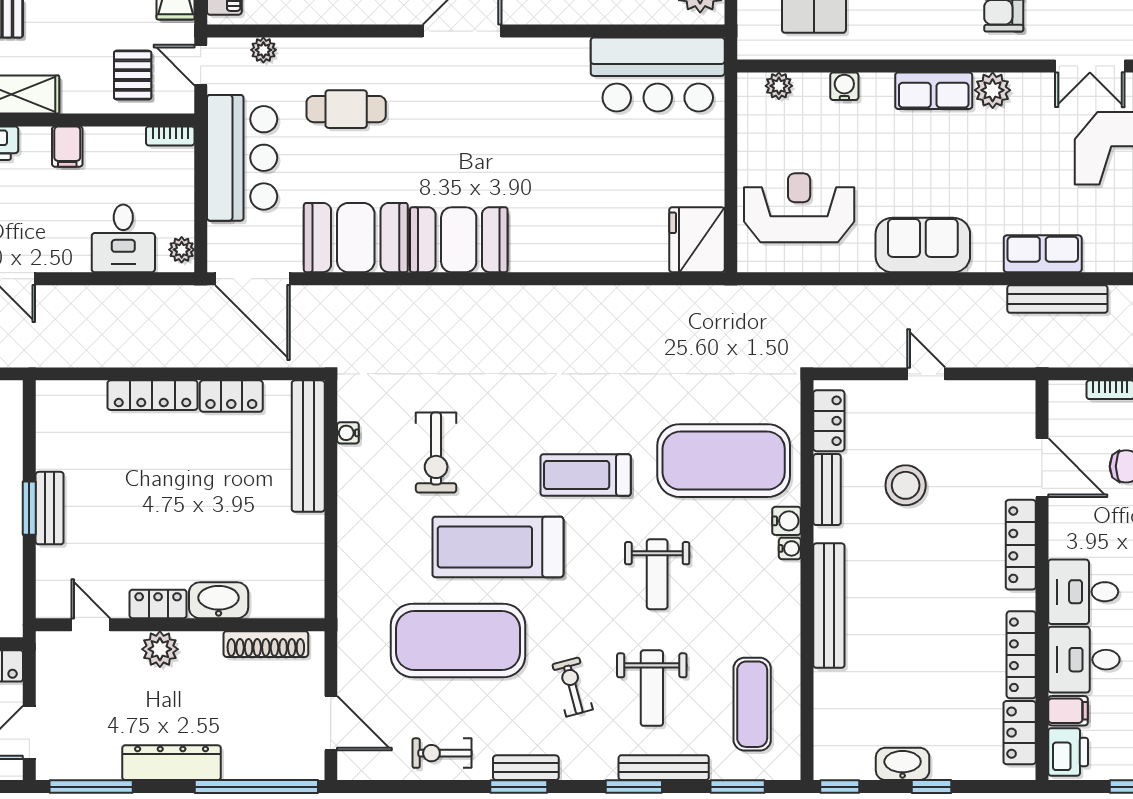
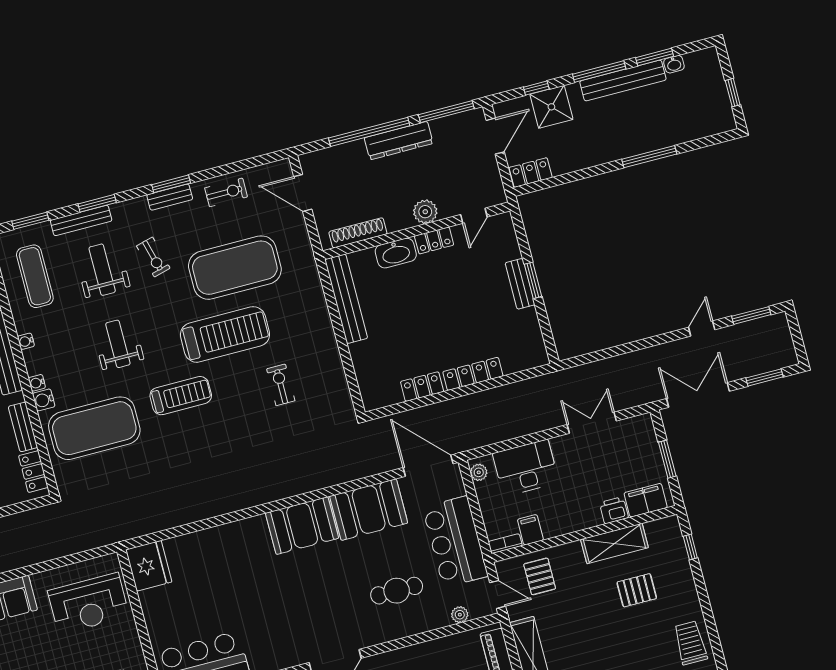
filing cabinet: (67, 147) -> (530, 530), moved
desk: (123, 238) -> (526, 468), width x1.37
water cooler: (348, 433) -> (26, 341), moved, turned 180
bench: (308, 446) -> (346, 299), moved
exercise bike: (436, 453) -> (281, 385), width x0.73, depth x0.72
door: (91, 625) -> (474, 216), hinge flipped
window: (256, 787) -> (369, 132), moved

